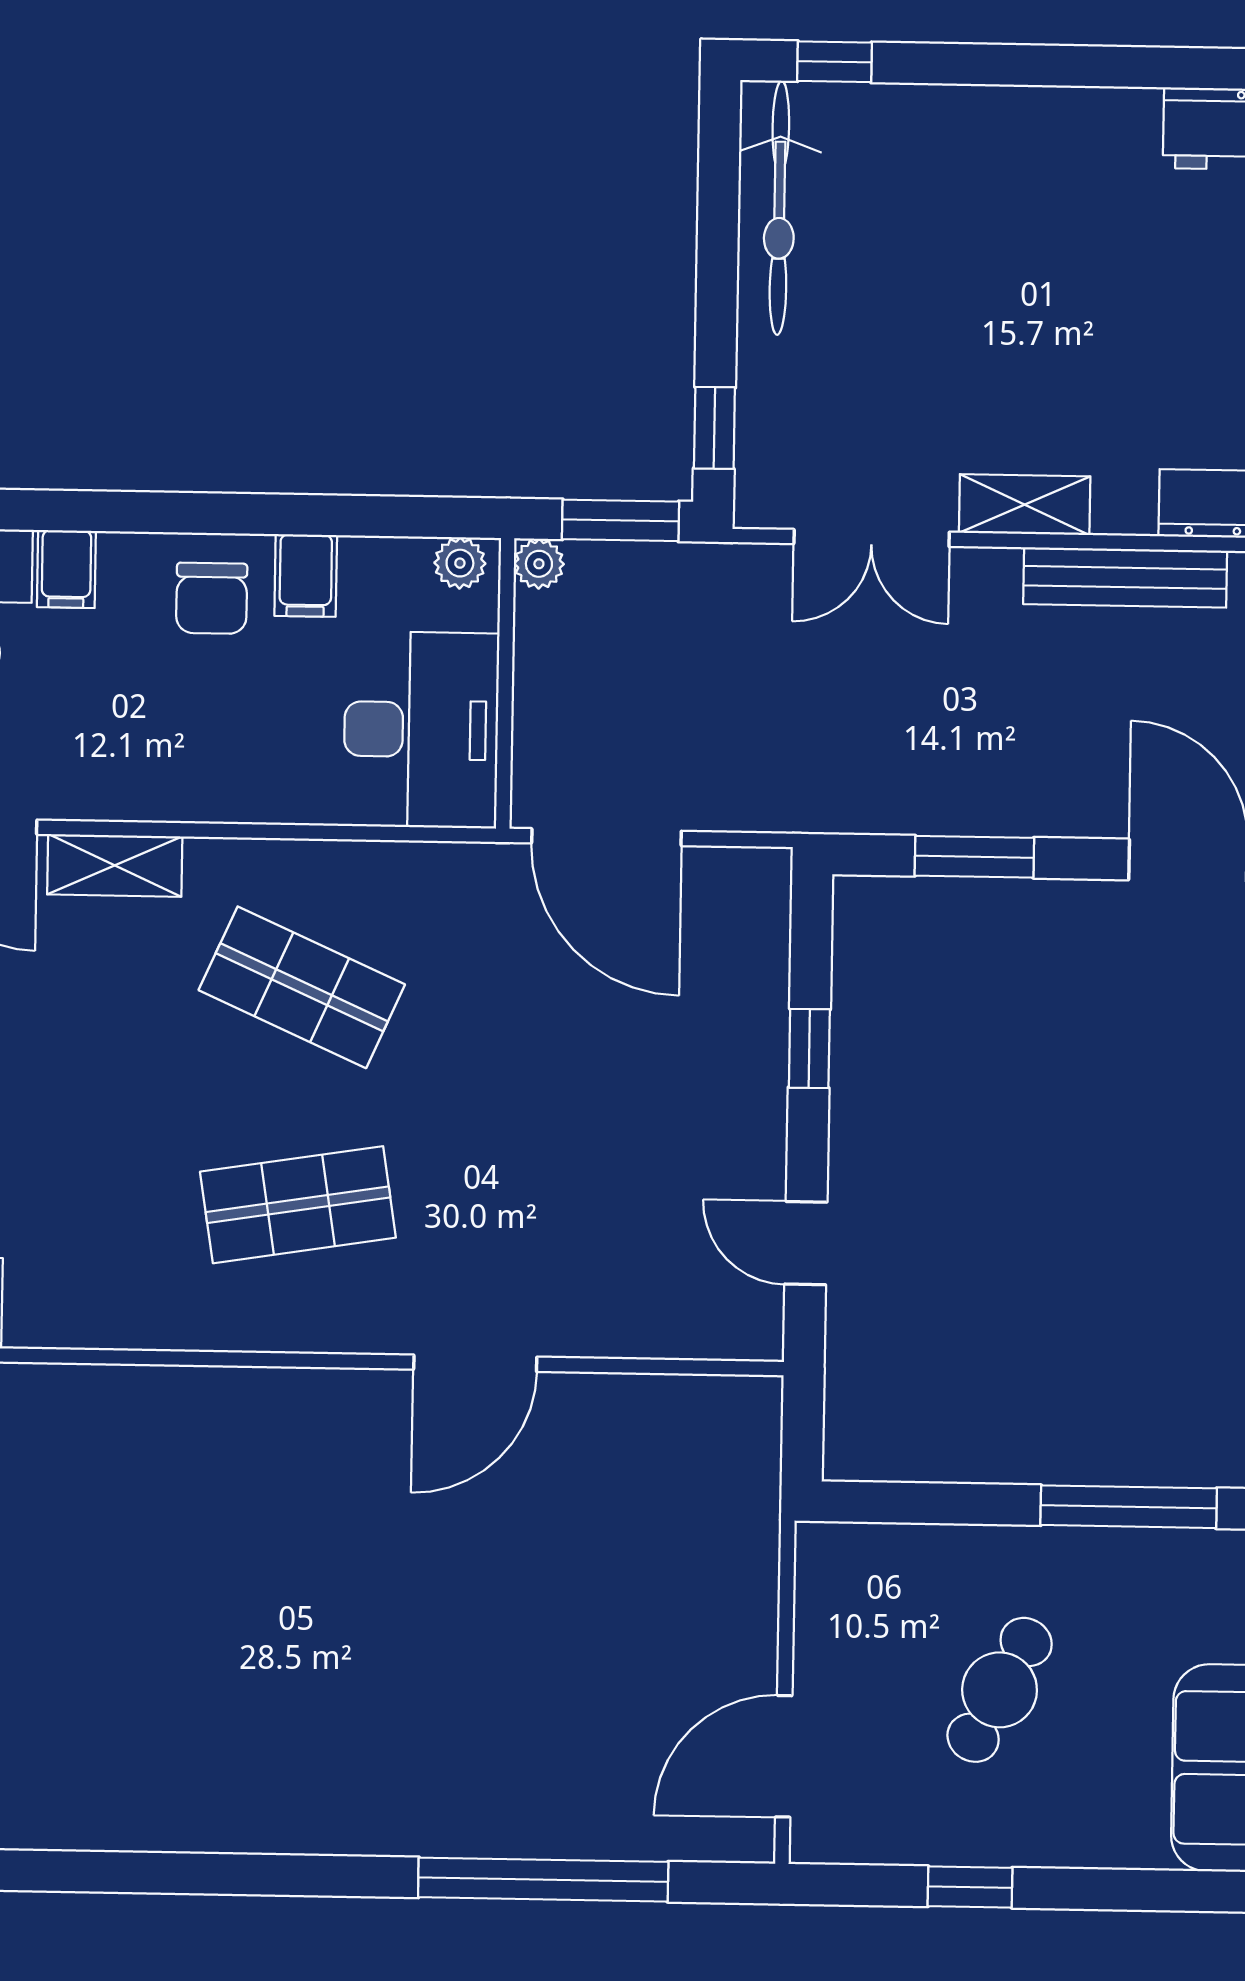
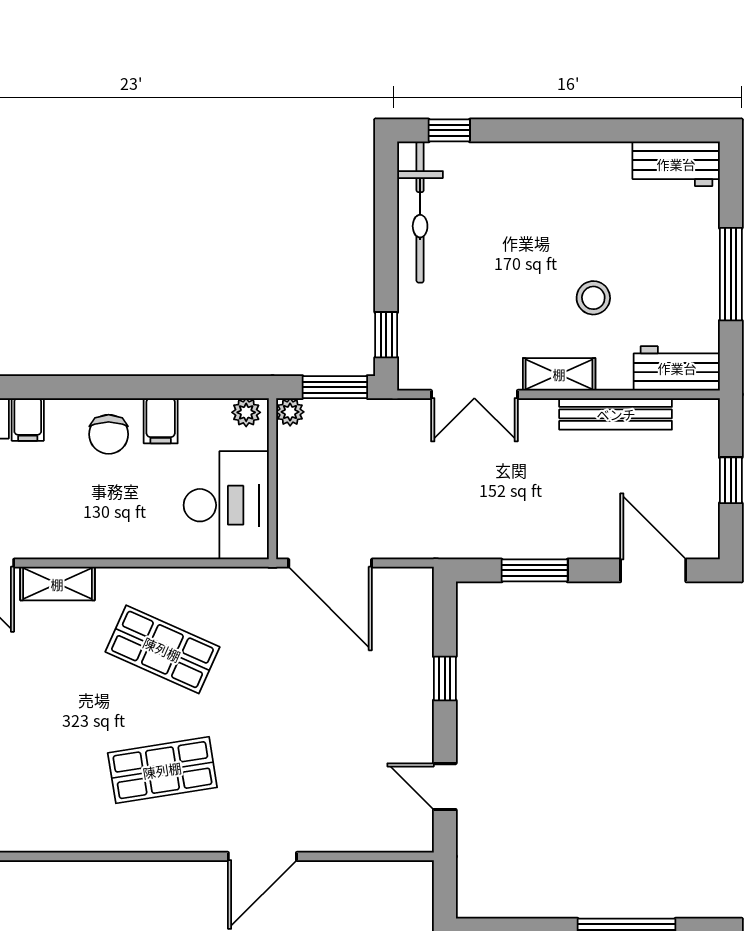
stool: (1089, 368) -> (593, 298), added

